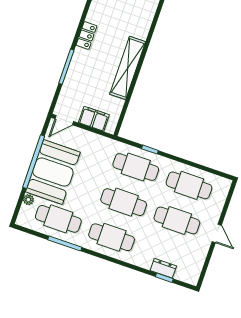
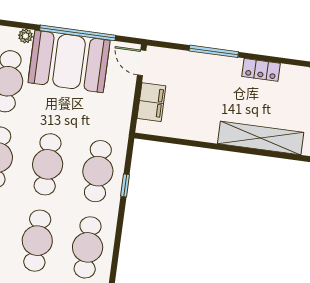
shelving: (128, 68) -> (261, 138), moved

